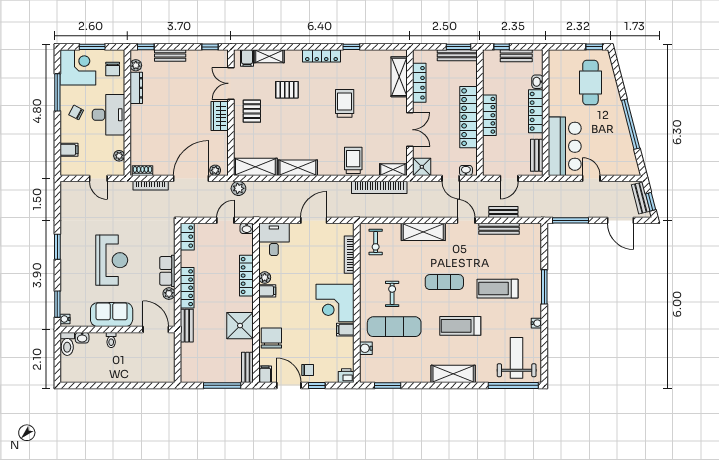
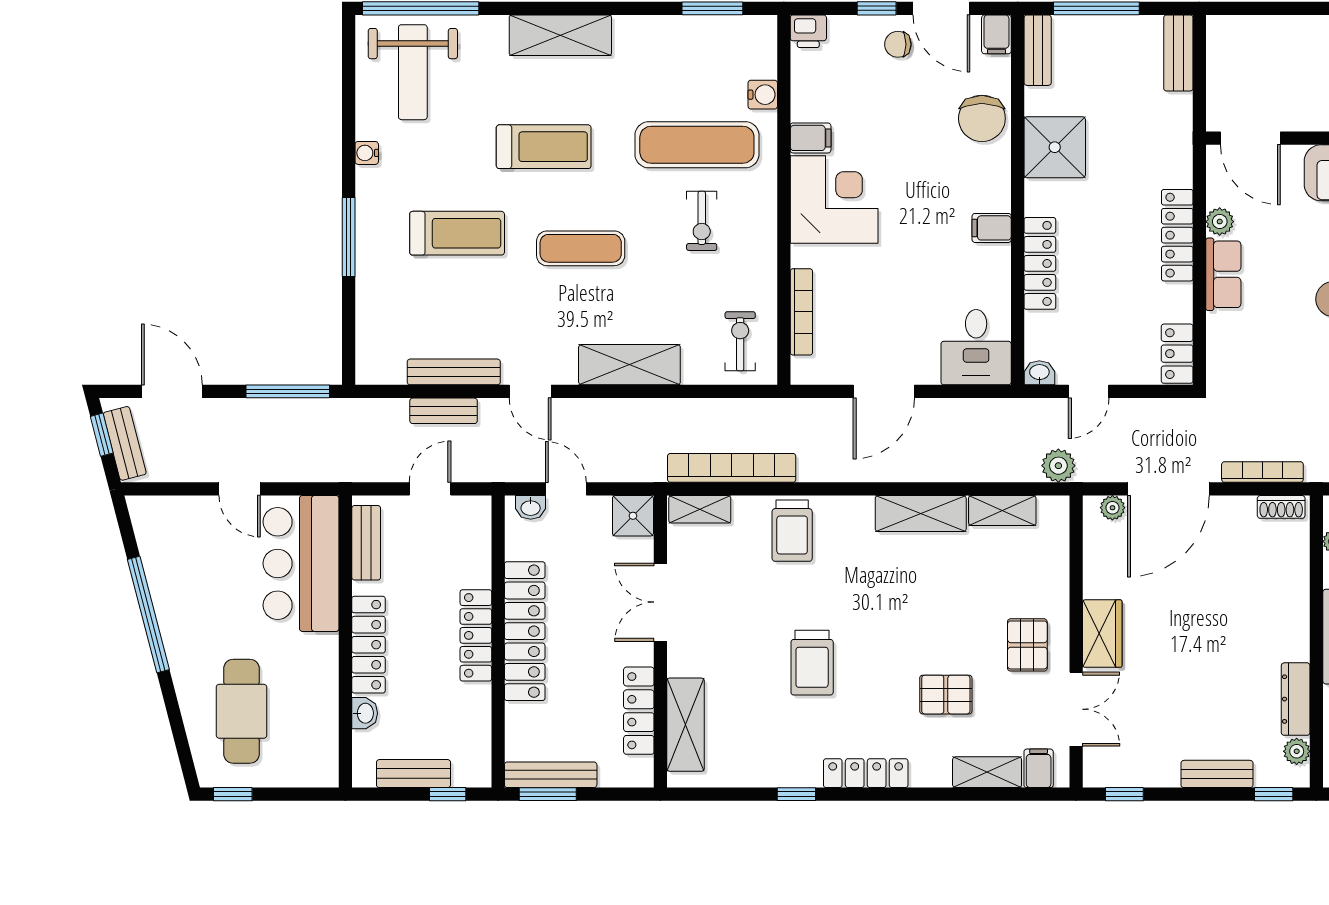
shelving: (255, 167) -> (1002, 511), width x0.67, depth x0.75
plant: (265, 278) -> (998, 259), removed
bench: (187, 326) -> (1178, 53), moved

